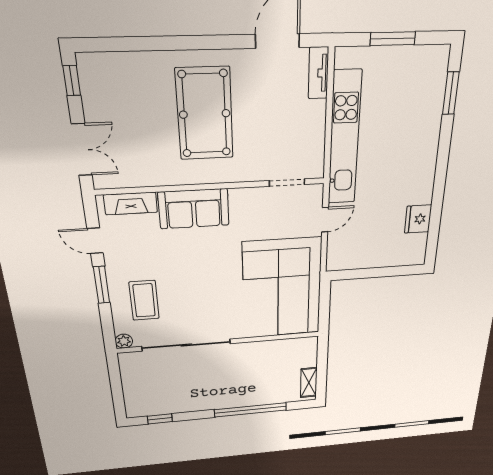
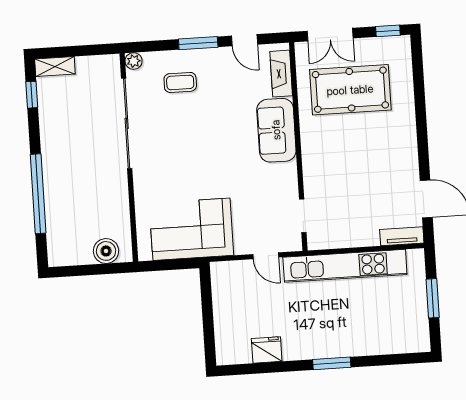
window: (451, 93) -> (332, 363), moved
pool table: (205, 114) -> (350, 90), moved
door: (95, 241) -> (244, 40), swing flipped
corner sofa: (282, 289) -> (191, 229), width x0.73, depth x0.74
coffee table: (144, 300) -> (180, 82), width x0.73, depth x0.77
boiler: (306, 357) -> (106, 251), added
shelving: (309, 383) -> (55, 67), moved

